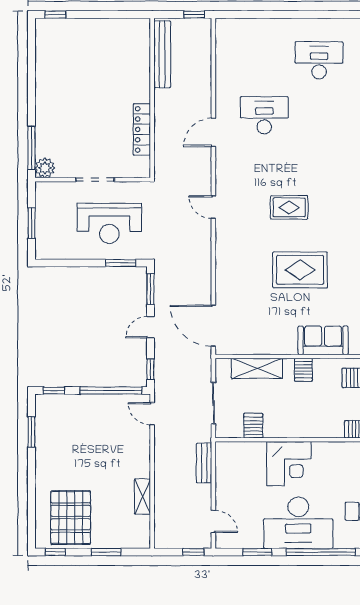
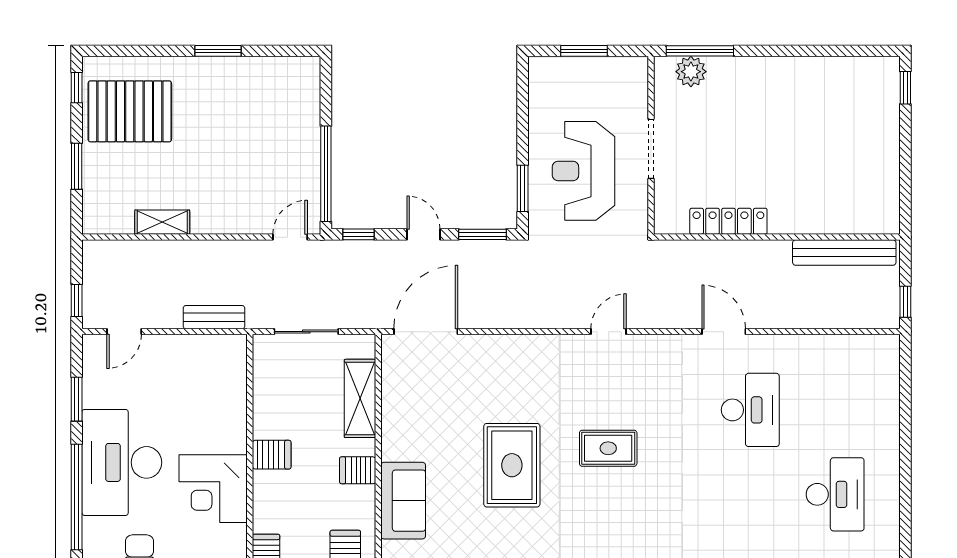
plant: (45, 168) -> (691, 72), moved
rug: (289, 207) -> (608, 448), turned 90
window: (54, 390) -> (326, 85), removed
server rack: (253, 426) -> (272, 455), moved
window: (31, 432) -> (218, 51), moved
corner desk: (289, 464) -> (213, 489), moved

